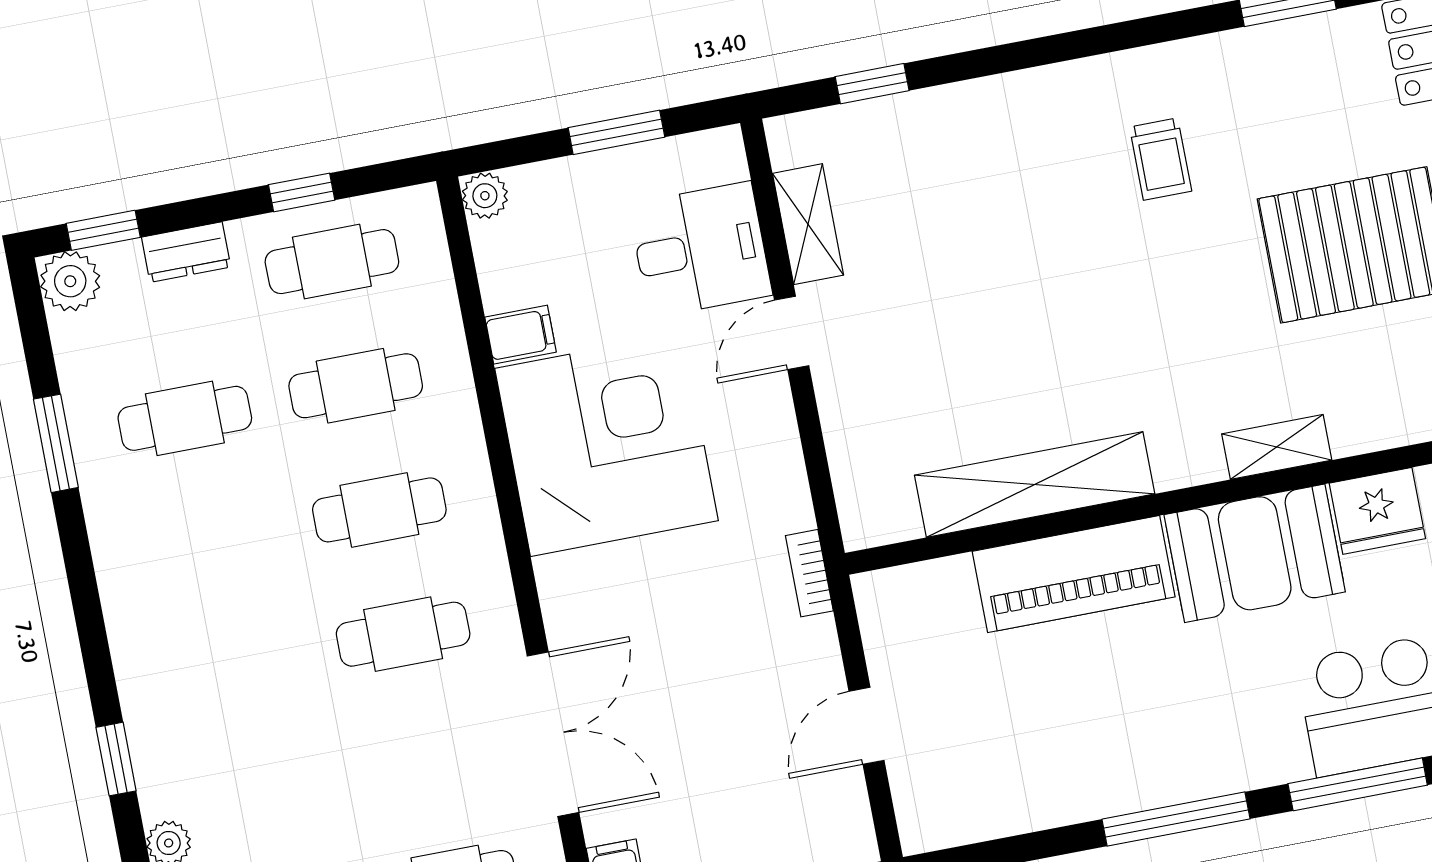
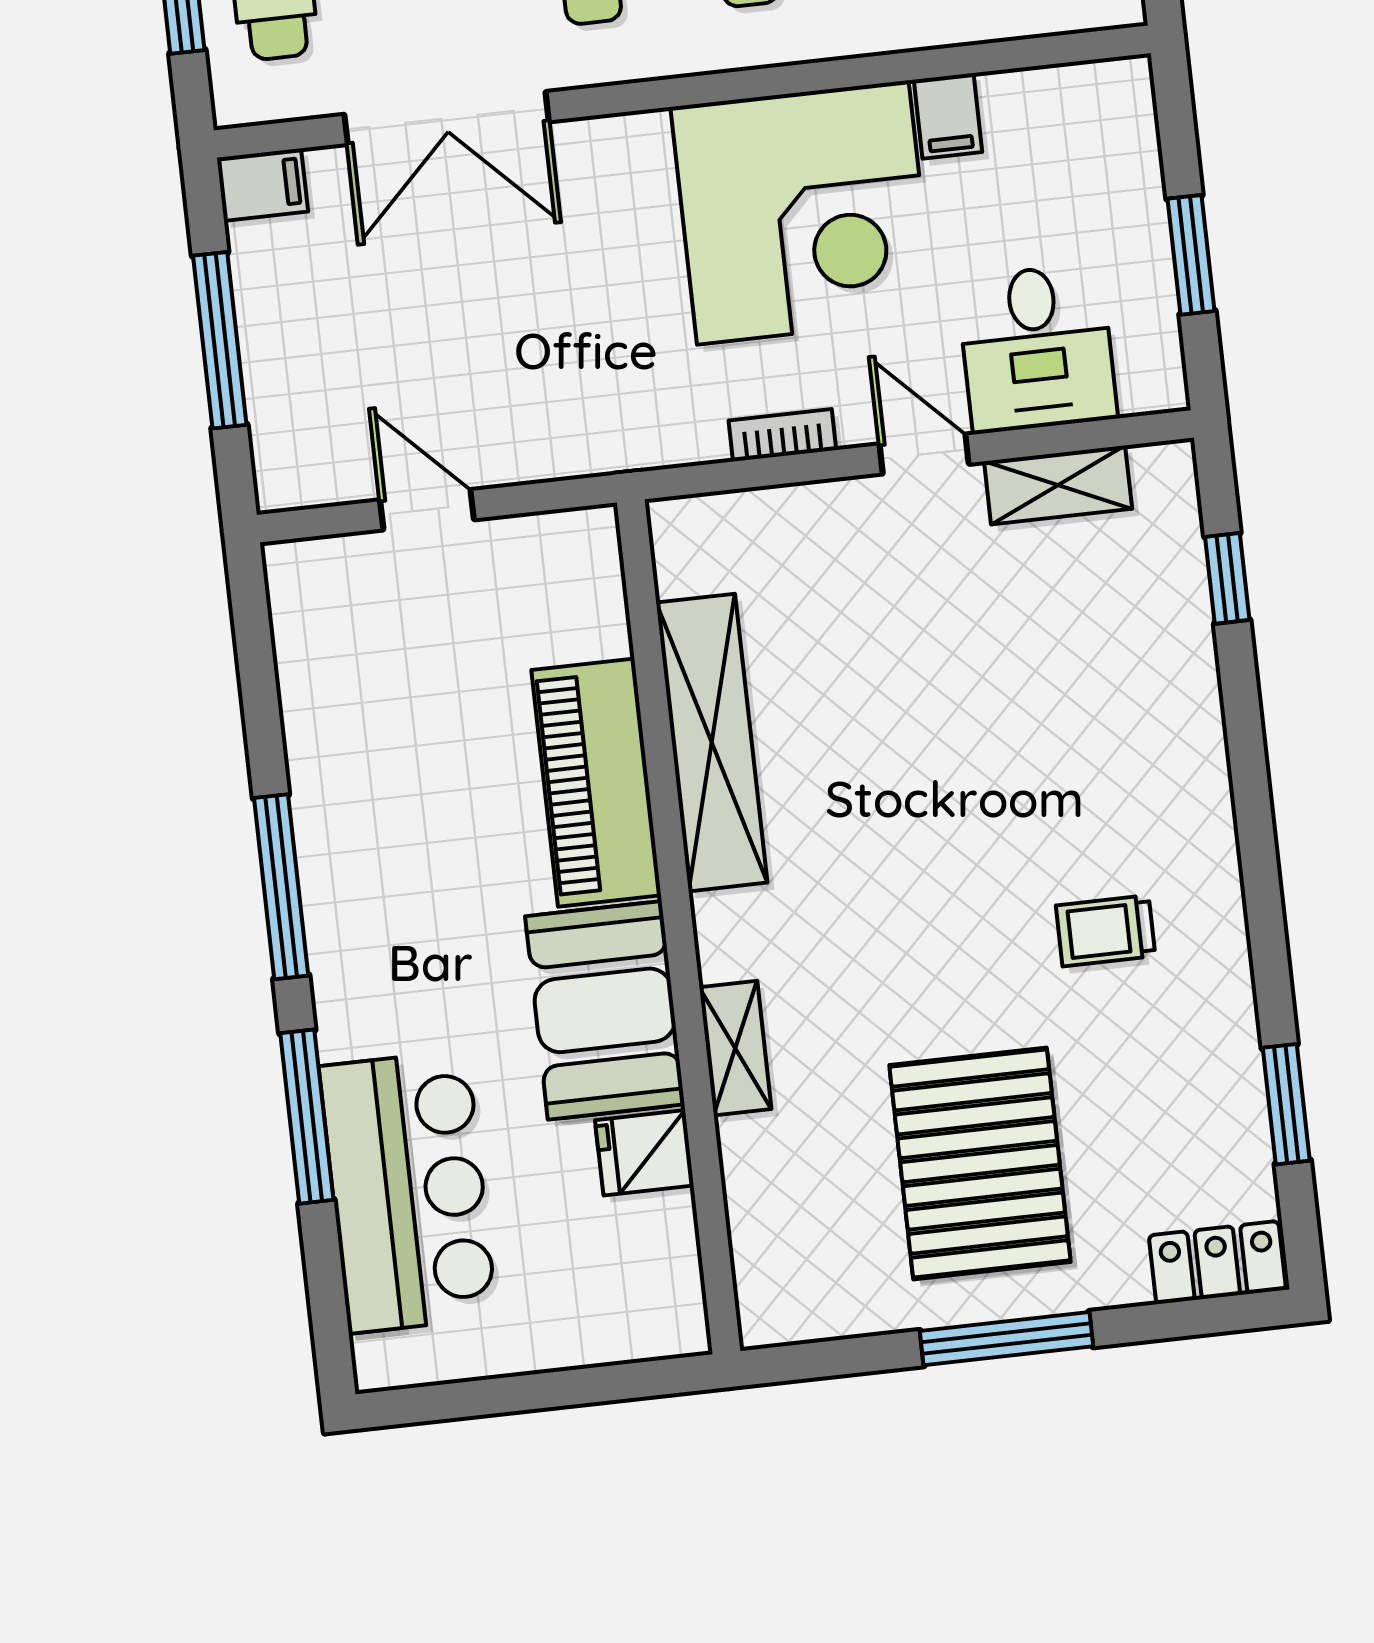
plant: (485, 196) -> (1125, 85), removed
fridge: (1377, 511) -> (644, 1153), width x0.72
bookcase: (809, 573) -> (782, 435), moved

